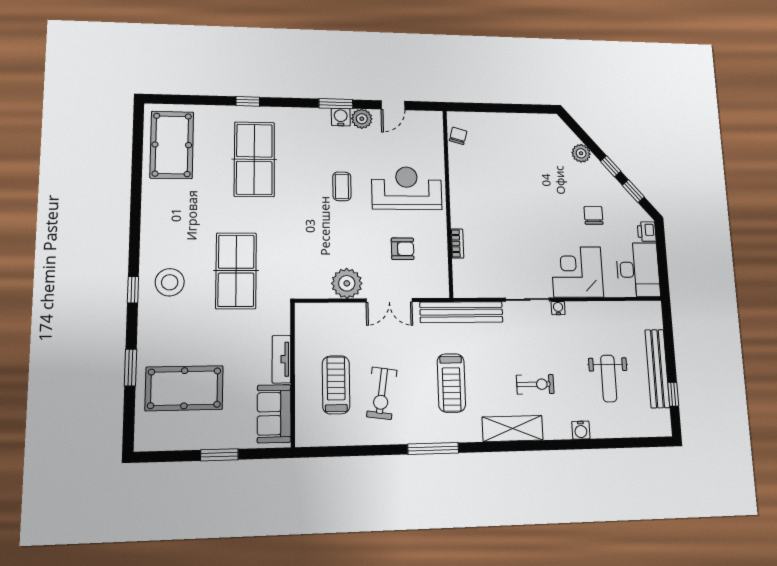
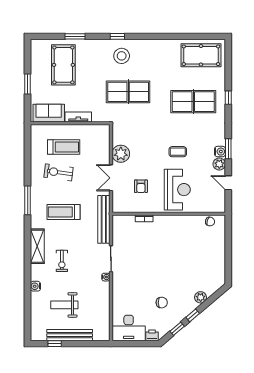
corner desk: (577, 272) -> (127, 290), removed

